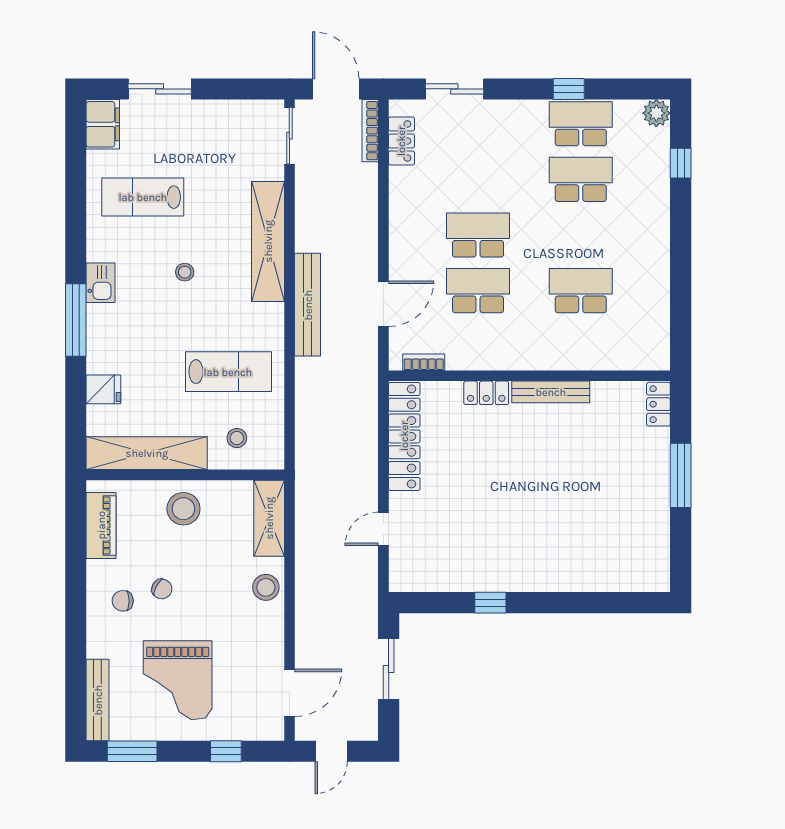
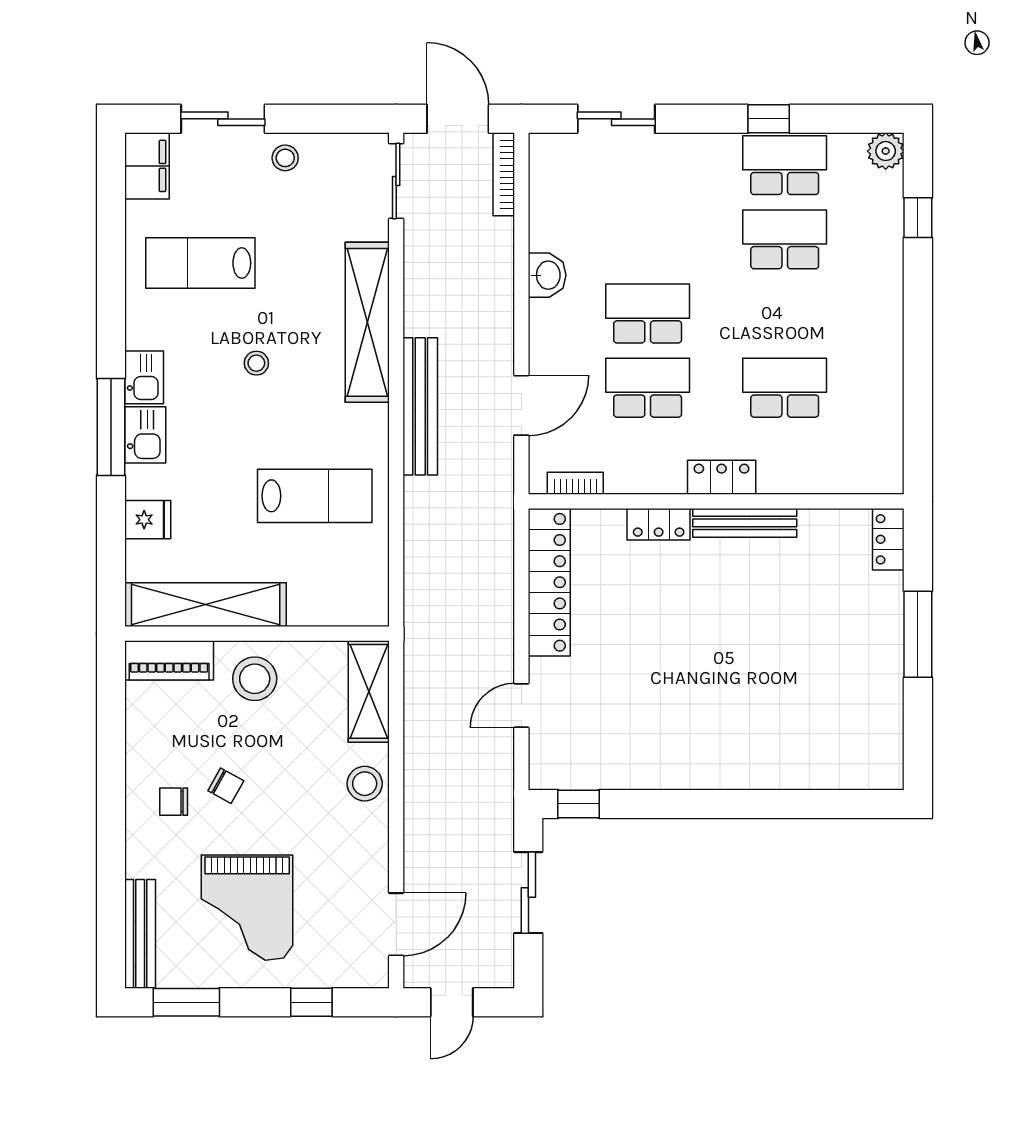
locker: (401, 141) -> (722, 477), moved, turned -90
washbasin: (403, 206) -> (547, 275), added
kitchen sink: (101, 326) -> (145, 435), added
stool: (237, 438) -> (285, 158), moved
piano: (101, 525) -> (169, 660), moved, turned 90
window: (490, 603) -> (578, 804), moved

